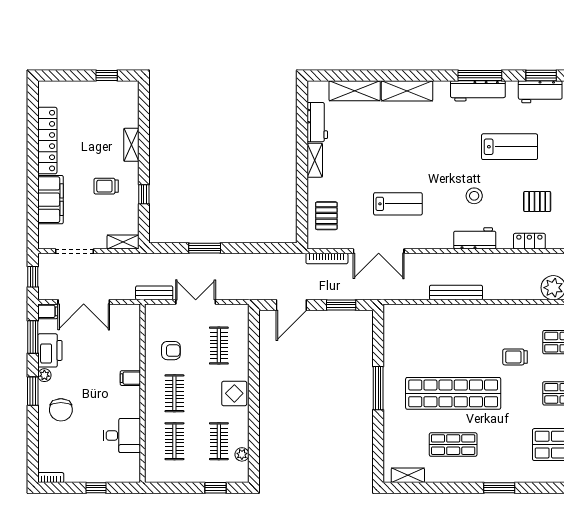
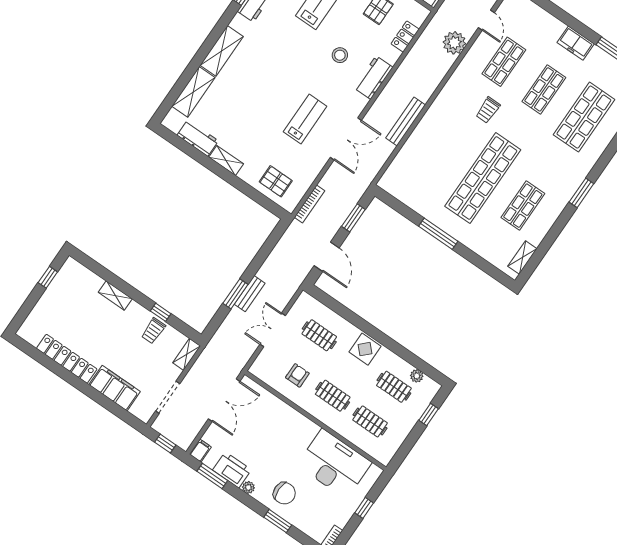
trolley: (106, 186) -> (153, 331), moved
double door: (379, 251) -> (346, 139), moved
bench: (154, 293) -> (250, 294), moved
double door: (84, 302) -> (224, 400), moved
filing cabinet: (130, 378) -> (297, 422), removed
window: (33, 391) -> (278, 521), moved
desk: (122, 435) -> (334, 464), width x1.87, depth x1.30

